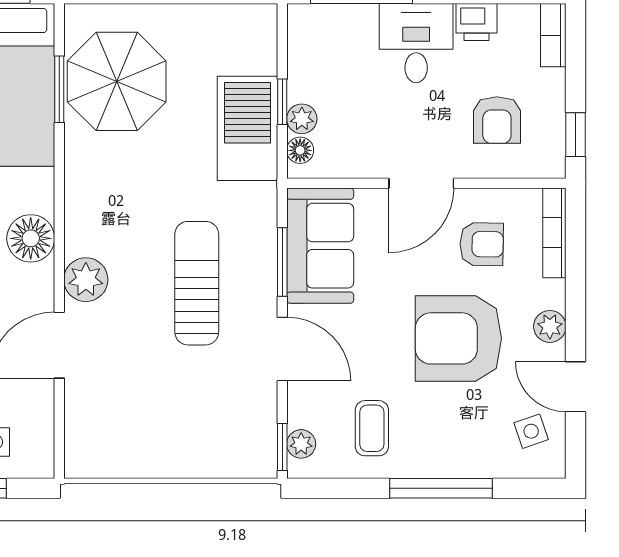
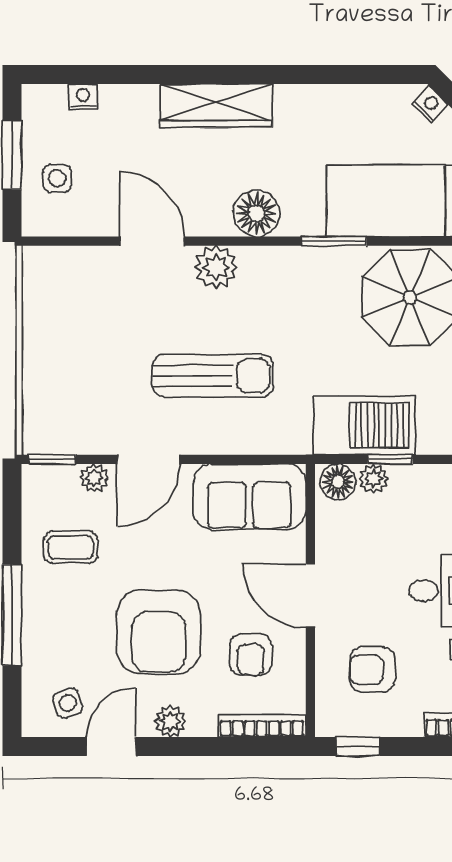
window: (59, 89) -> (334, 241), moved
floor lamp: (300, 150) -> (338, 482), width x1.37, depth x1.37
window: (282, 262) -> (233, 459), removed
armchair: (458, 338) -> (159, 632), turned 180
plant: (301, 444) -> (94, 478), moved

